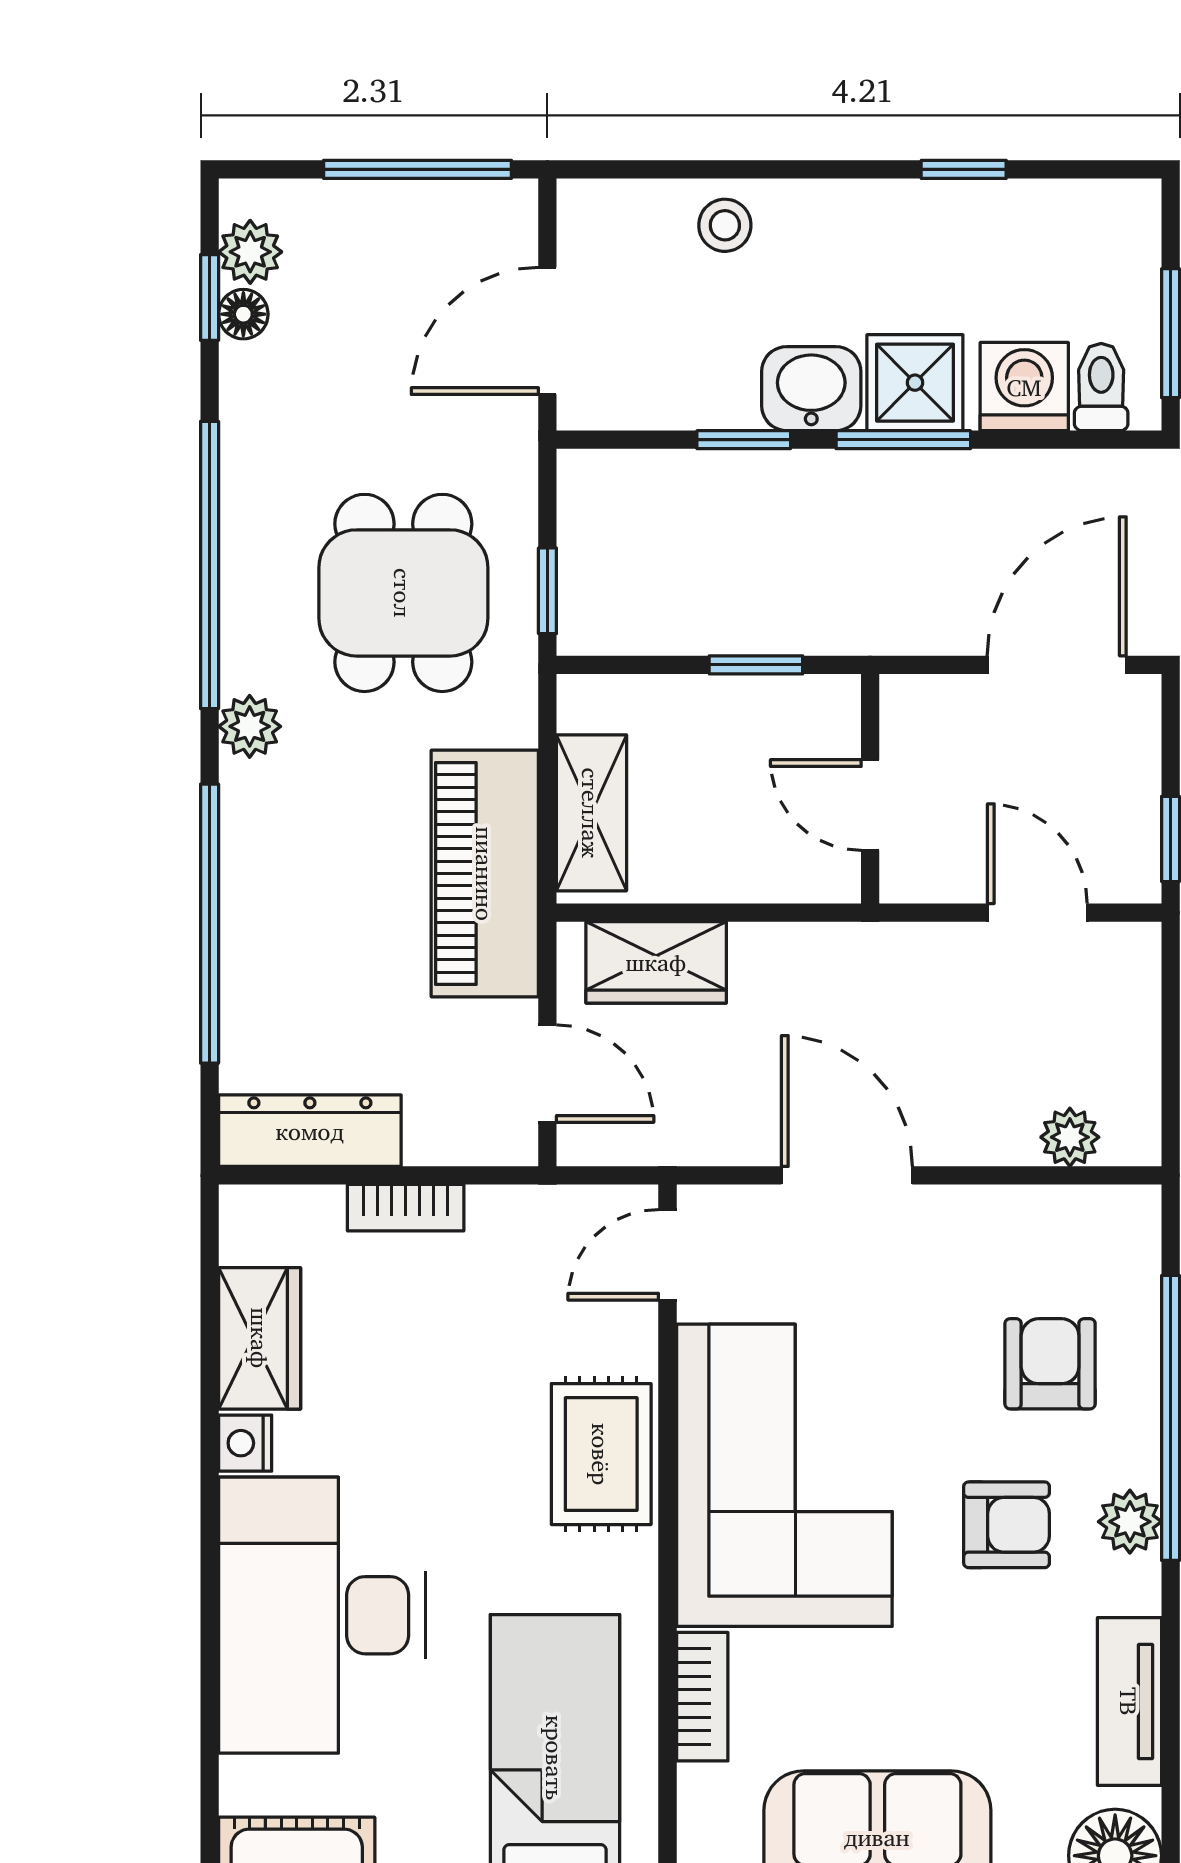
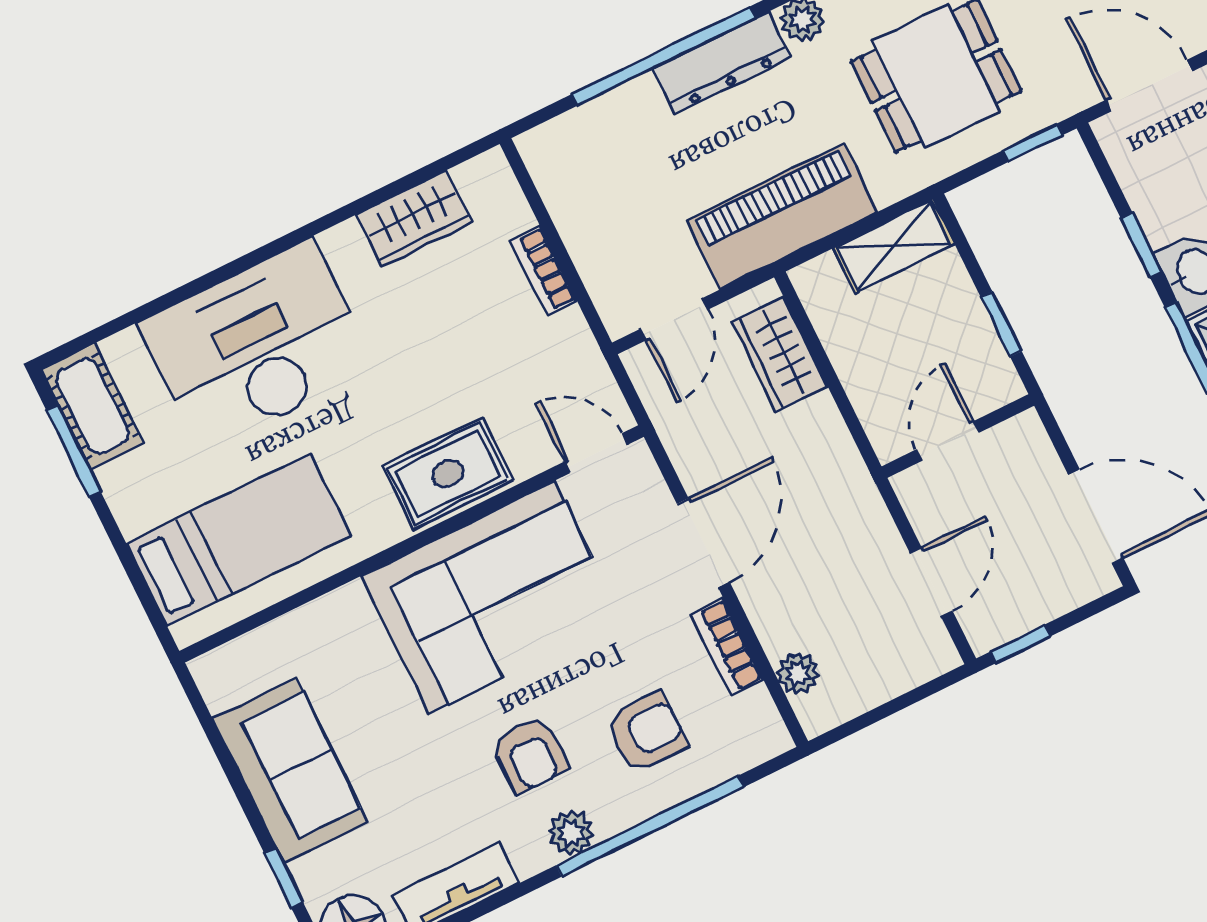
window: (547, 591) -> (1033, 143), moved
shelving: (591, 813) -> (894, 246), moved
dresser: (310, 1131) -> (722, 63), moved, turned 90
nightstand: (245, 1443) -> (343, 242), removed
bookcase: (702, 1697) -> (727, 647), moved, turned 90

